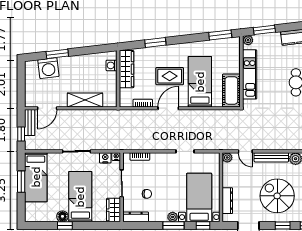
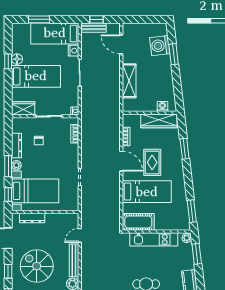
bench: (30, 123) -> (94, 28), moved
plant: (227, 157) -> (74, 218), removed
nightstand: (105, 158) -> (73, 51), moved
window: (21, 182) -> (39, 19), moved
spiral stairs: (277, 196) -> (37, 266), turned -90
dresser: (136, 217) -> (16, 146), moved

